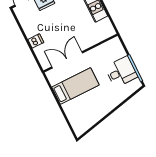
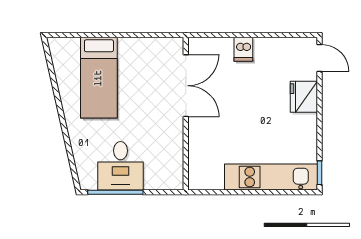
bed: (75, 86) -> (99, 78), moved

